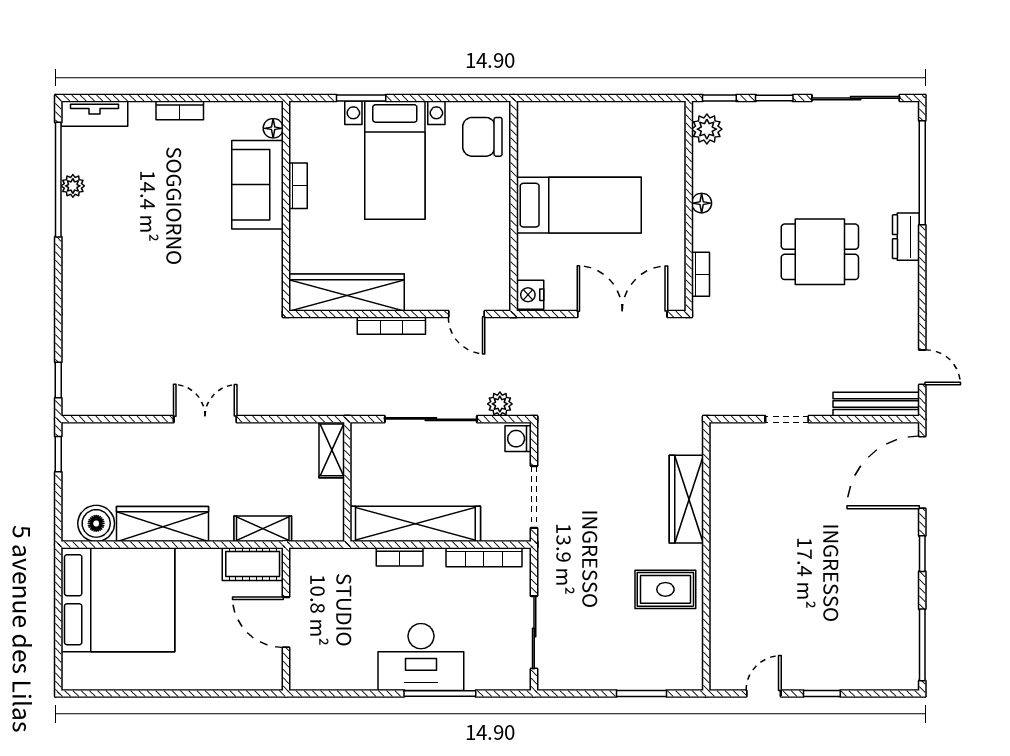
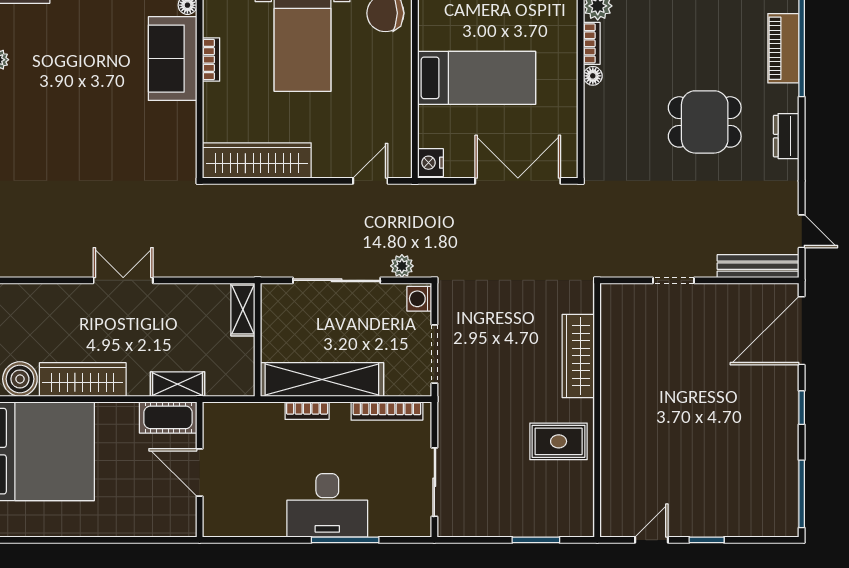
piano: (903, 174) -> (783, 48), added
dresser: (906, 237) -> (786, 136), moved
bookcase: (701, 274) -> (592, 43), moved
door: (467, 314) -> (370, 181), swing flipped
bookcase: (391, 326) -> (299, 192), removed

